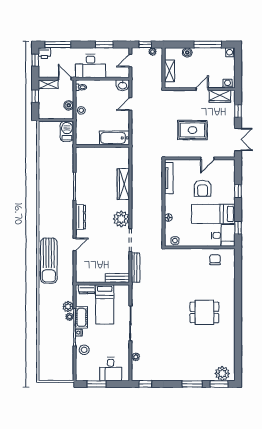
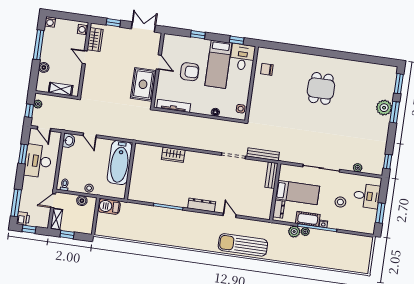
desk: (91, 66) -> (38, 161), moved, turned 180
rug: (192, 130) -> (143, 84), moved
bathtub: (114, 138) -> (120, 163), width x1.36, depth x1.36
wardrobe: (123, 184) -> (173, 155), width x0.67
plant: (121, 219) -> (210, 162), removed
sun lounger: (49, 261) -> (243, 245), turned 180
stool: (84, 350) -> (340, 202), moved
plant: (222, 374) -> (384, 108), moved

